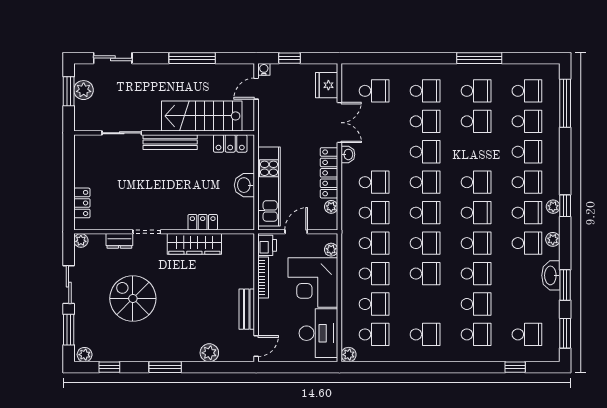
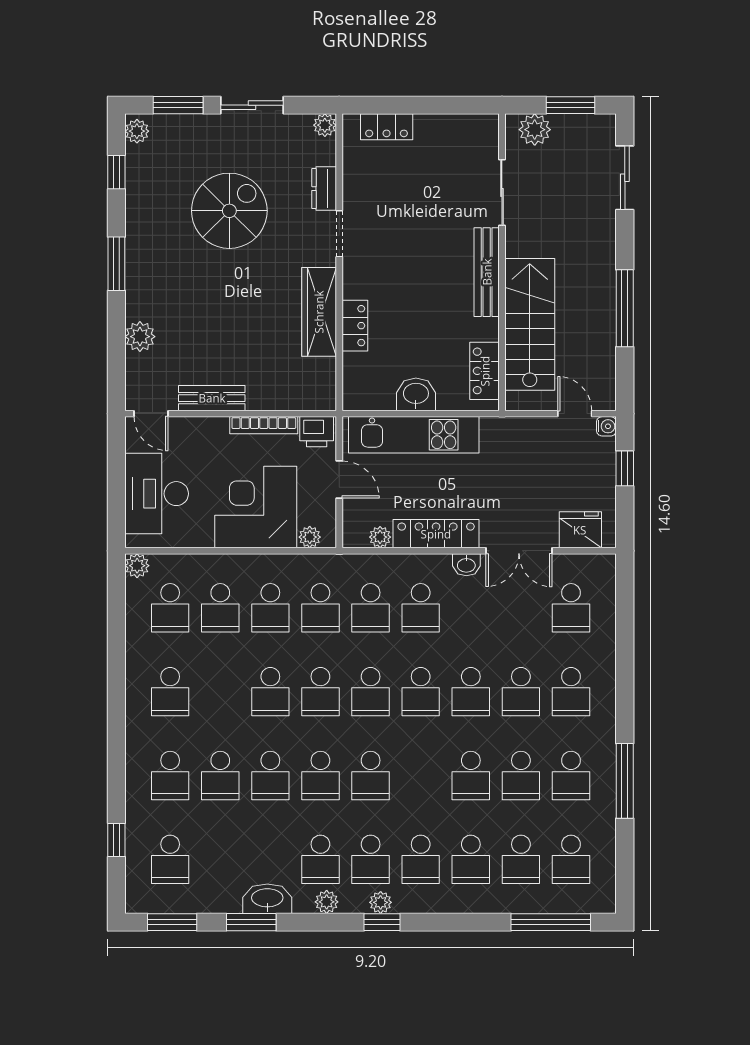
plant: (84, 90) -> (535, 130), moved
school desk: (476, 182) -> (471, 775), moved
desk: (318, 333) -> (157, 494), moved, turned 90

